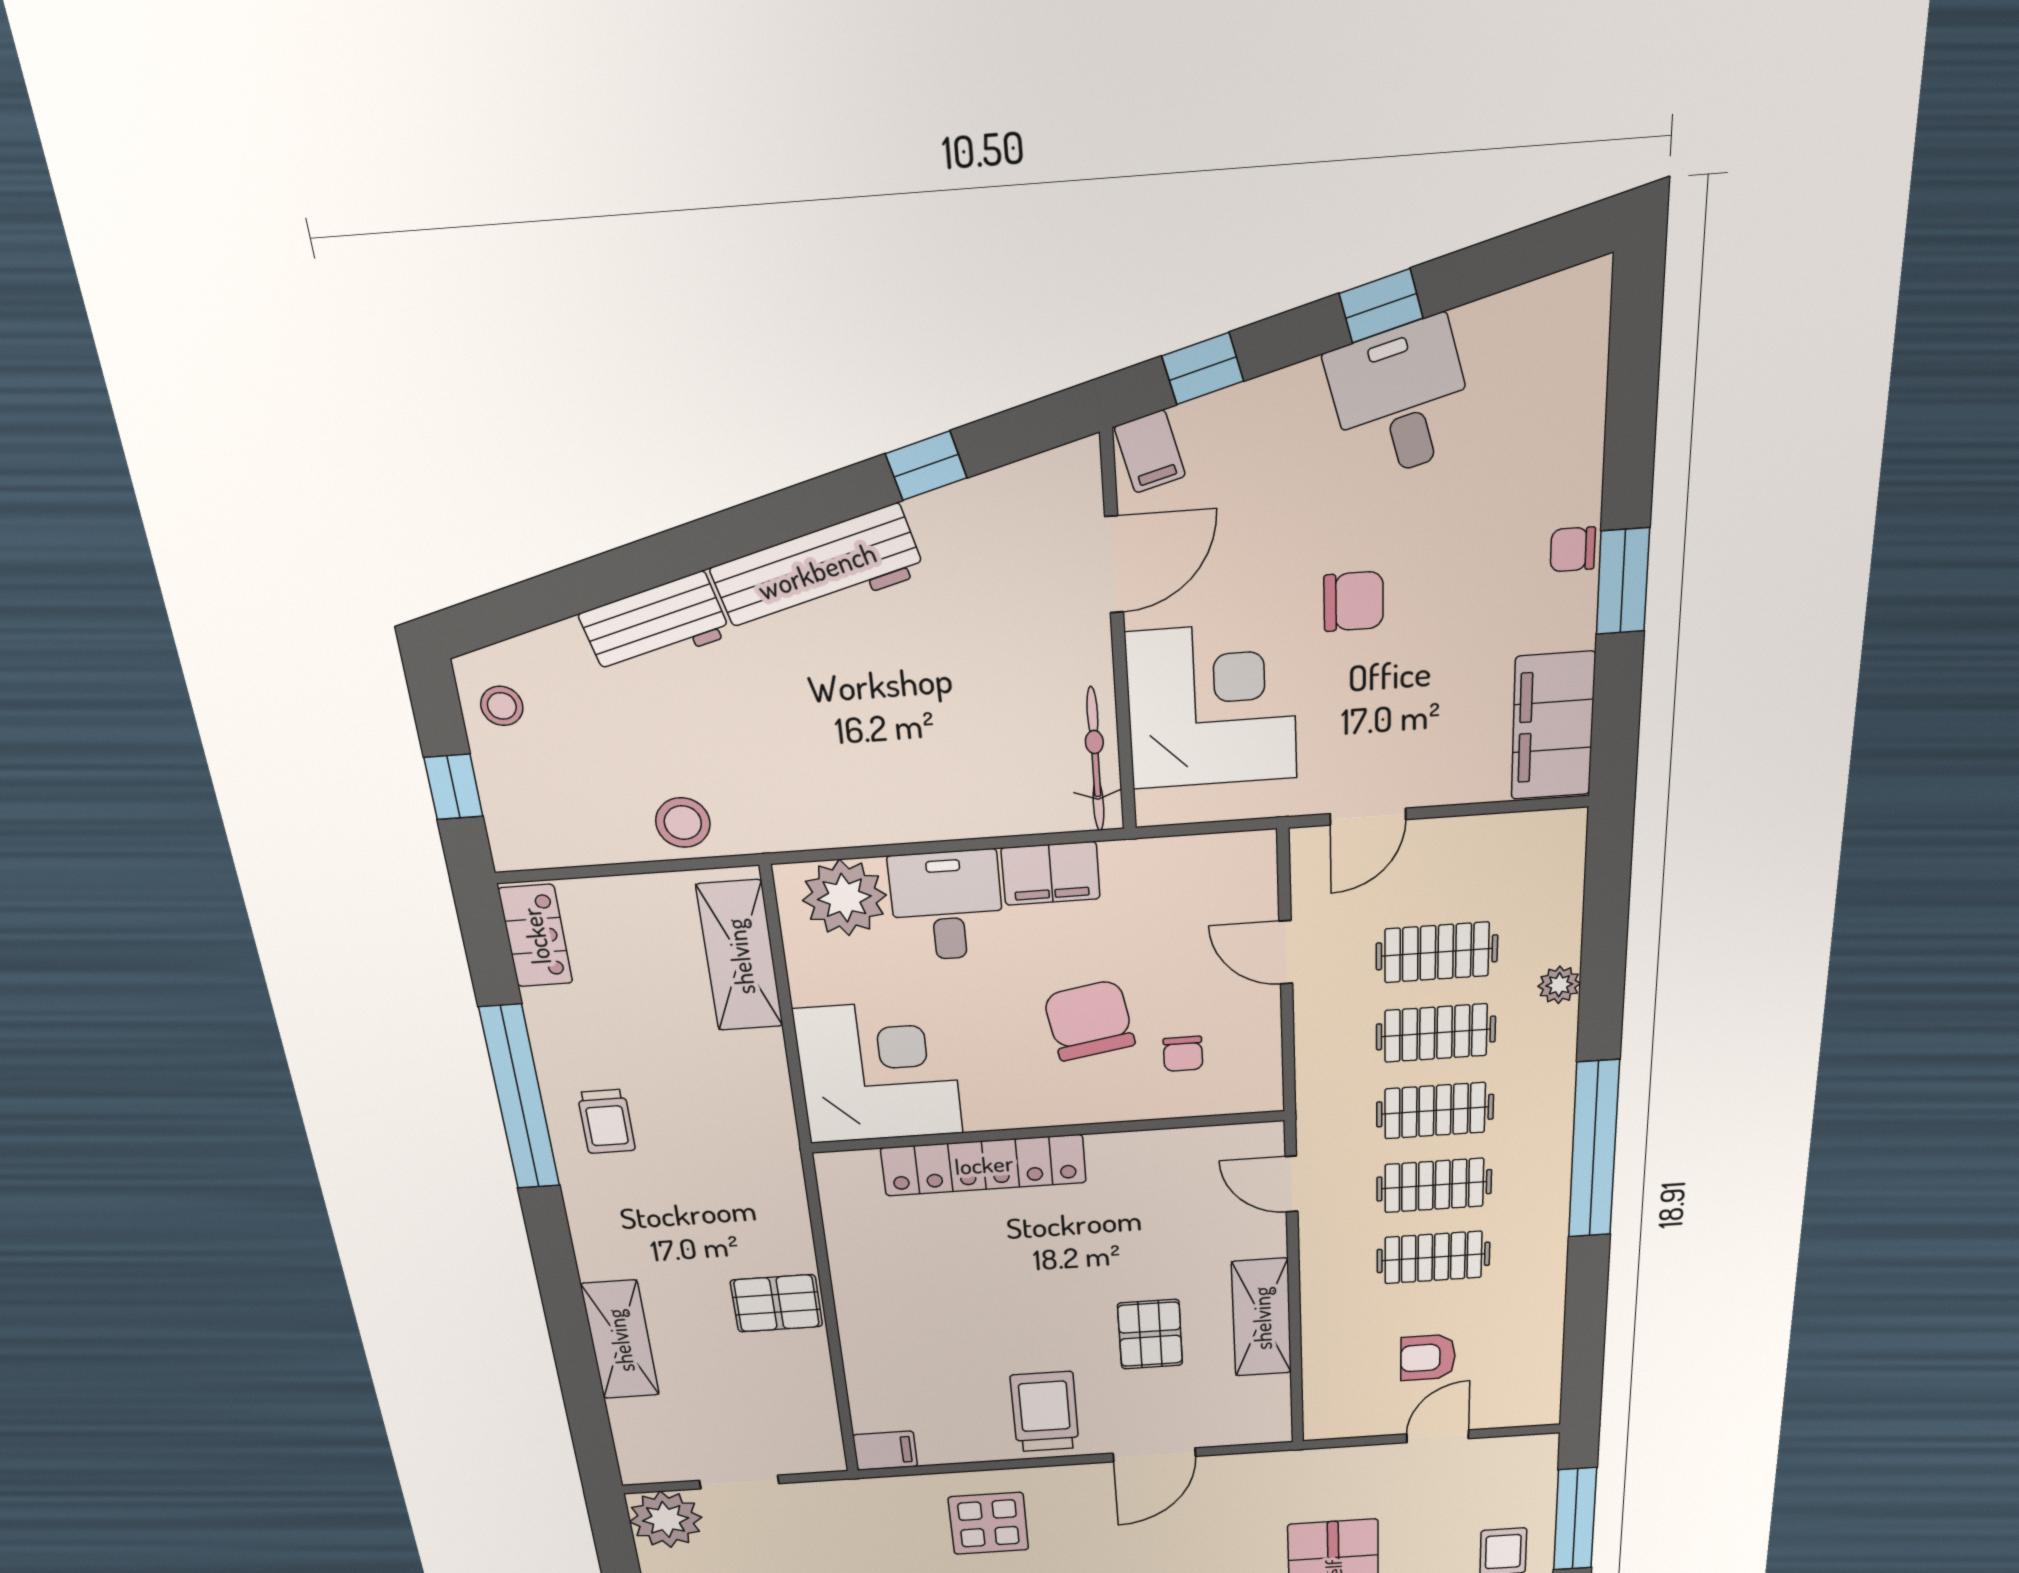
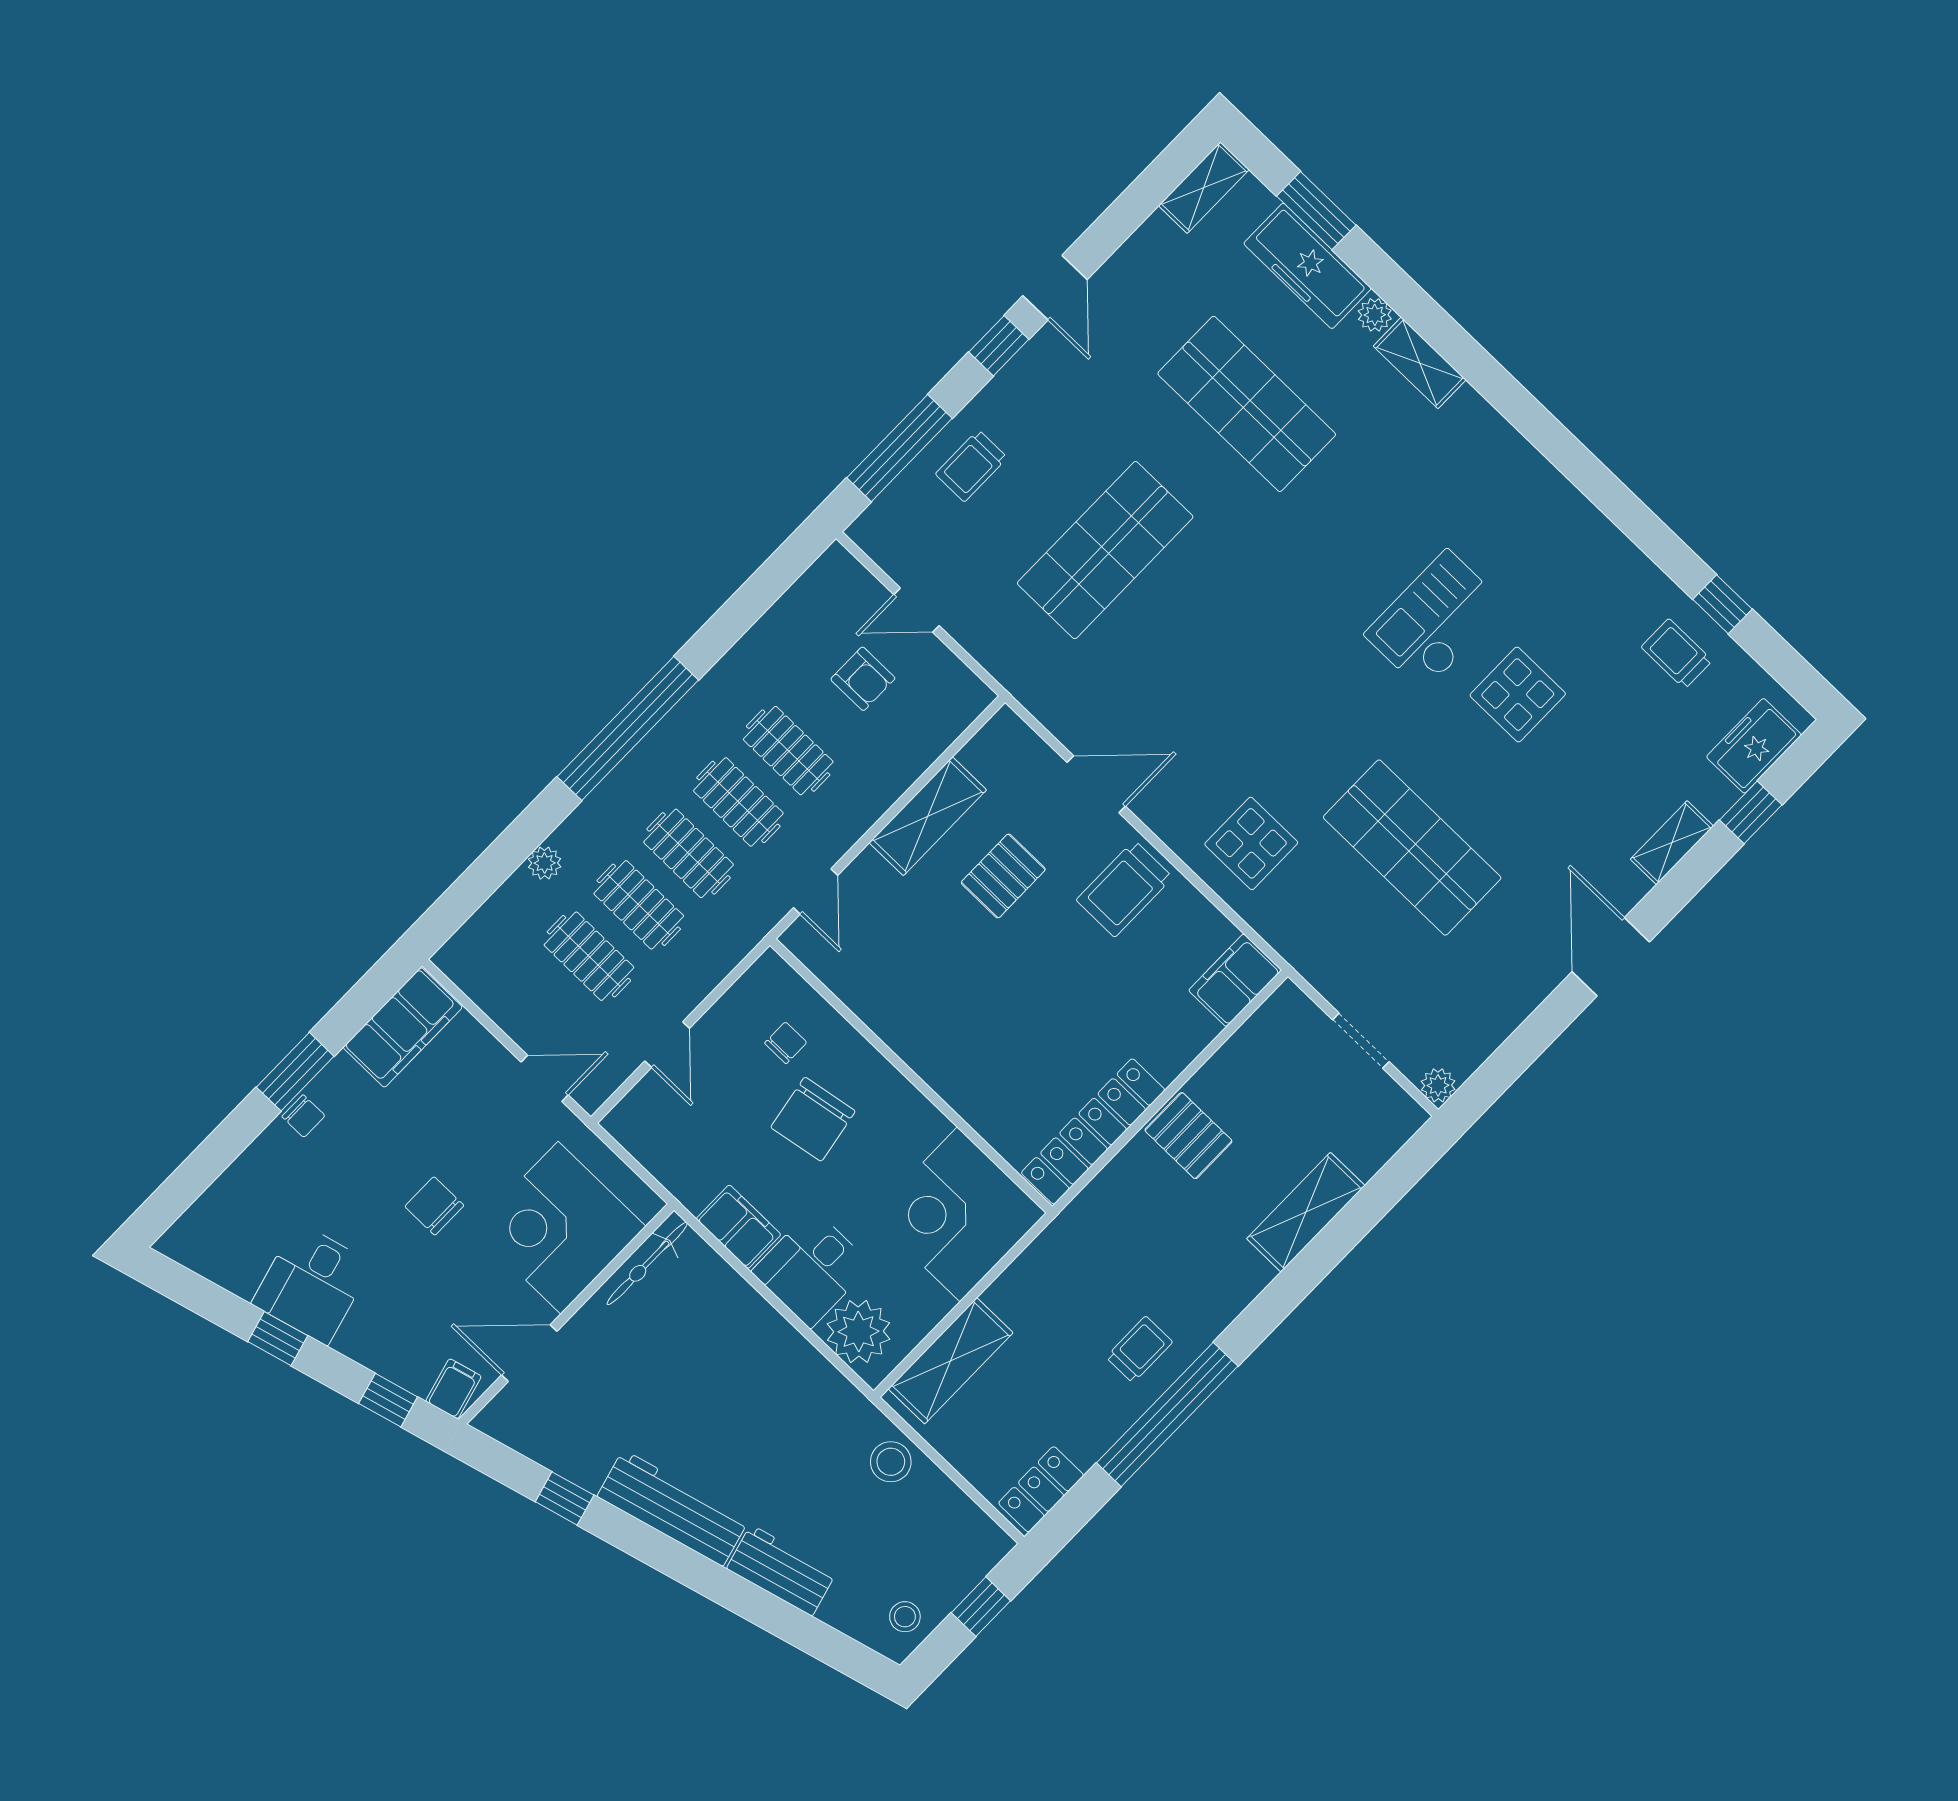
locker: (984, 1165) -> (1093, 1131), moved, turned -90
filing cabinet: (885, 1451) -> (1235, 980), width x2.00
plant: (666, 1519) -> (1438, 1085), width x0.53, depth x0.53

